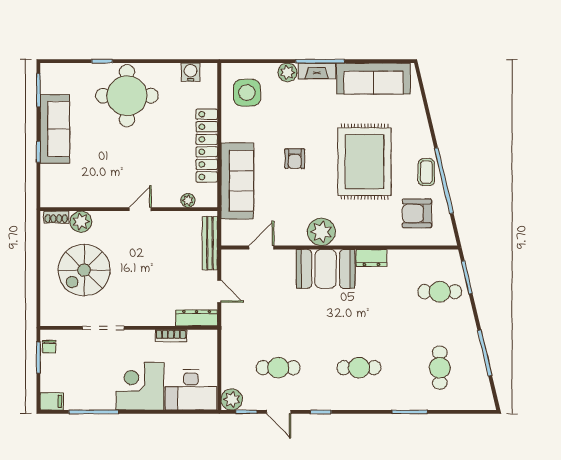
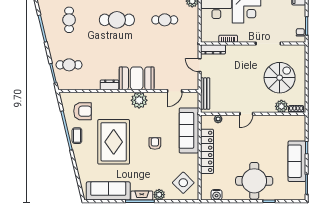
side table: (247, 93) -> (183, 183), turned 45
cafe table: (359, 368) -> (117, 20), width x1.37, depth x1.35

